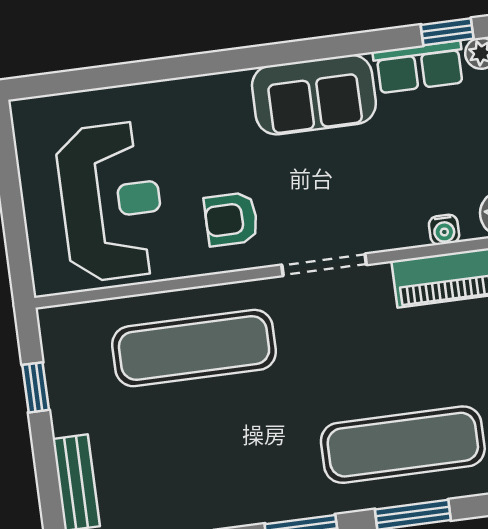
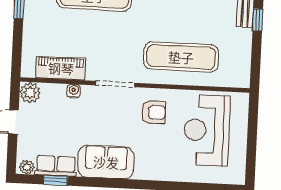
window: (447, 32) -> (55, 180), moved
water cooler: (444, 230) -> (74, 91), moved
window: (36, 387) -> (258, 20), moved

